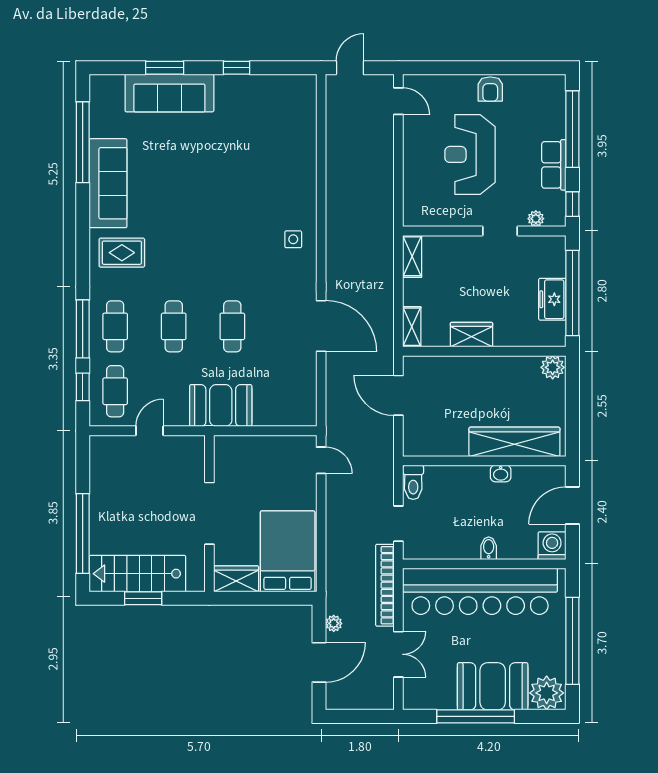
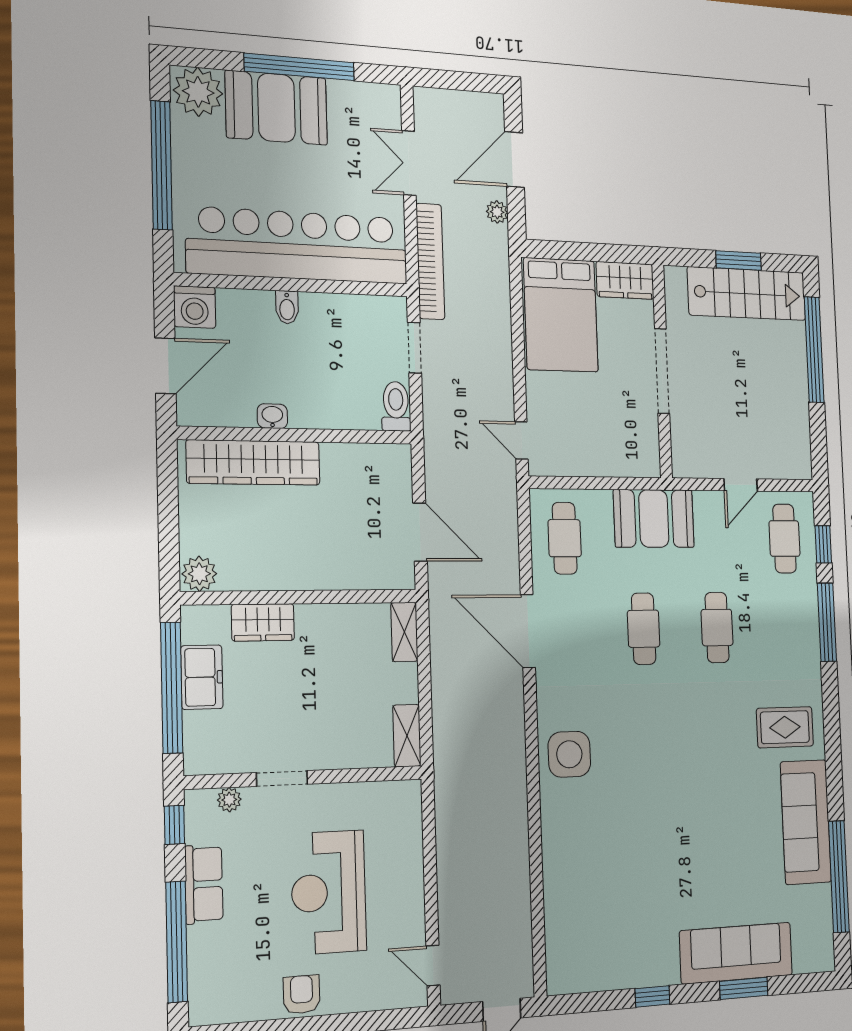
reception desk: (470, 154) -> (329, 892), turned 180
side table: (293, 239) -> (569, 754), width x1.87, depth x1.87
cafe table: (115, 326) -> (565, 538), moved
wardrobe: (472, 335) -> (263, 622), moved

